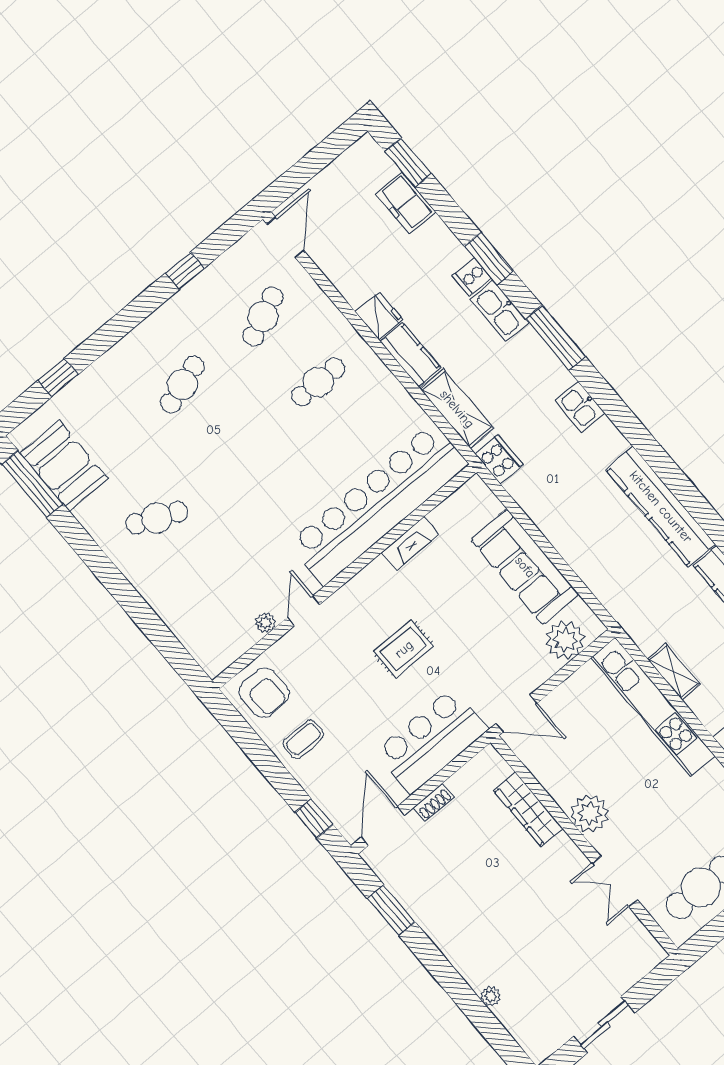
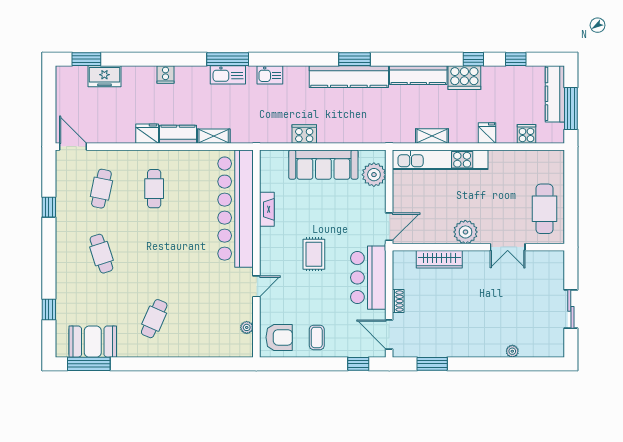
window: (489, 258) -> (354, 59), moved
kitchen sink: (500, 311) -> (228, 75), moved
cafe table: (263, 317) -> (101, 189), turned 36
shelving: (457, 409) -> (214, 136), width x0.67, depth x0.75
cooker: (499, 459) -> (304, 134), moved
door: (304, 611) -> (256, 286), swing flipped
plant: (266, 623) -> (247, 327), moved

